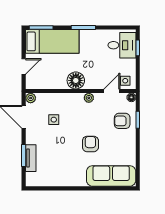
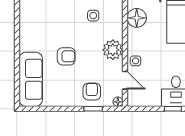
floor lamp: (76, 80) -> (137, 18), moved
side table: (125, 81) -> (136, 61), moved
plant: (89, 98) -> (113, 50), width x1.87, depth x1.87

